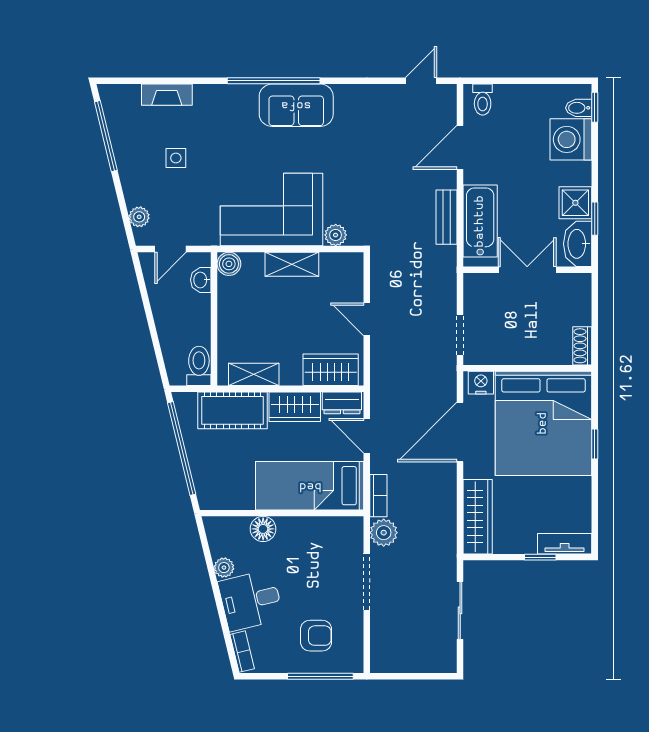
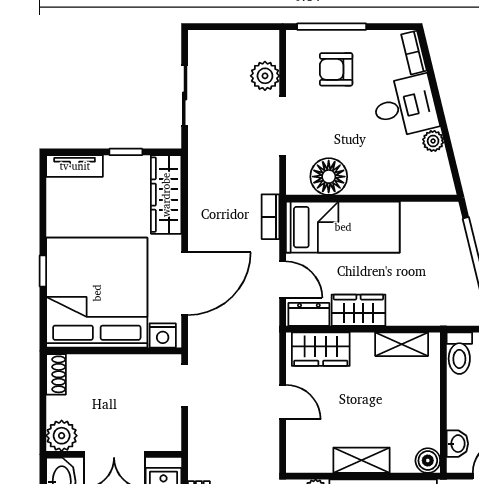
plant: (577, 287) -> (62, 436), added
cot: (232, 410) -> (424, 306), removed
floor lamp: (263, 529) -> (329, 177), moved, width x1.38, depth x1.38
plant: (384, 533) -> (265, 76), moved
window: (540, 557) -> (126, 152), moved

